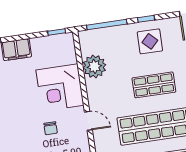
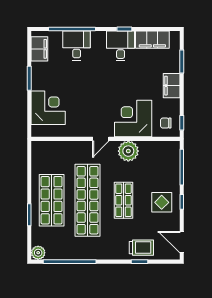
plant: (94, 66) -> (128, 151), moved
chair: (51, 128) -> (166, 123), moved

